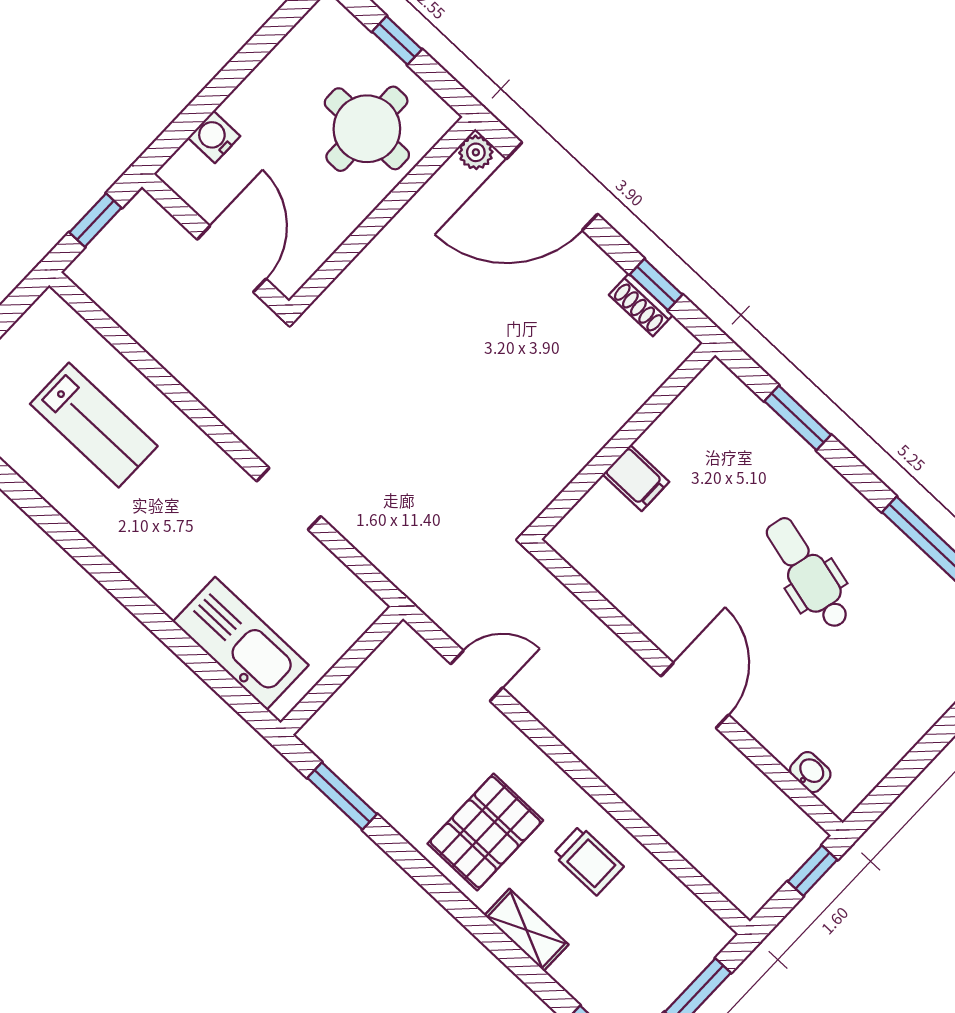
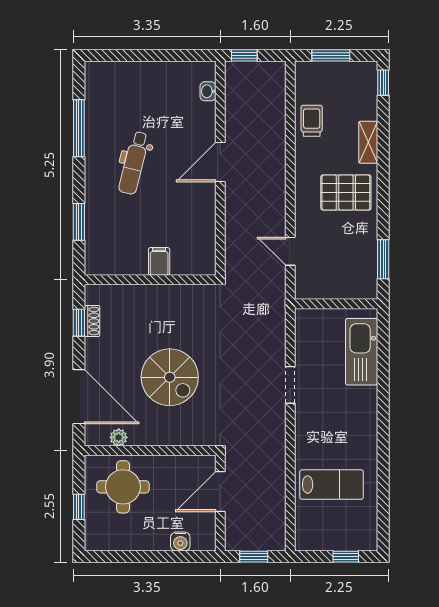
plant: (476, 152) -> (119, 437), moved
spiral stairs: (459, 340) -> (170, 377), added
lab bench: (94, 425) -> (332, 485), turned 90
trolley: (588, 860) -> (312, 121), moved

